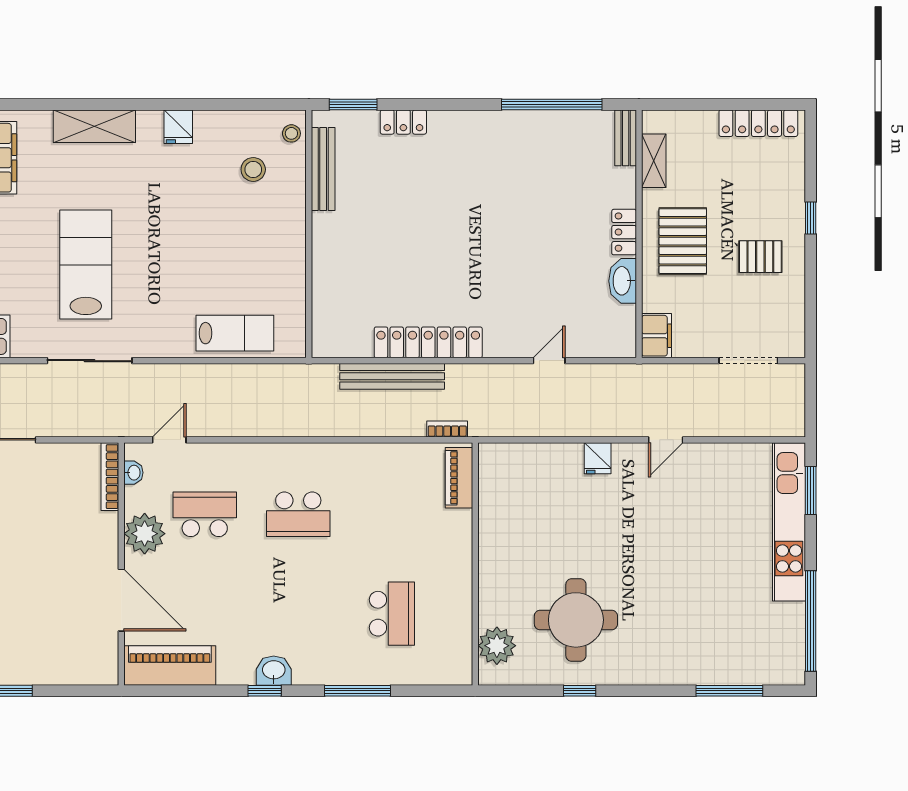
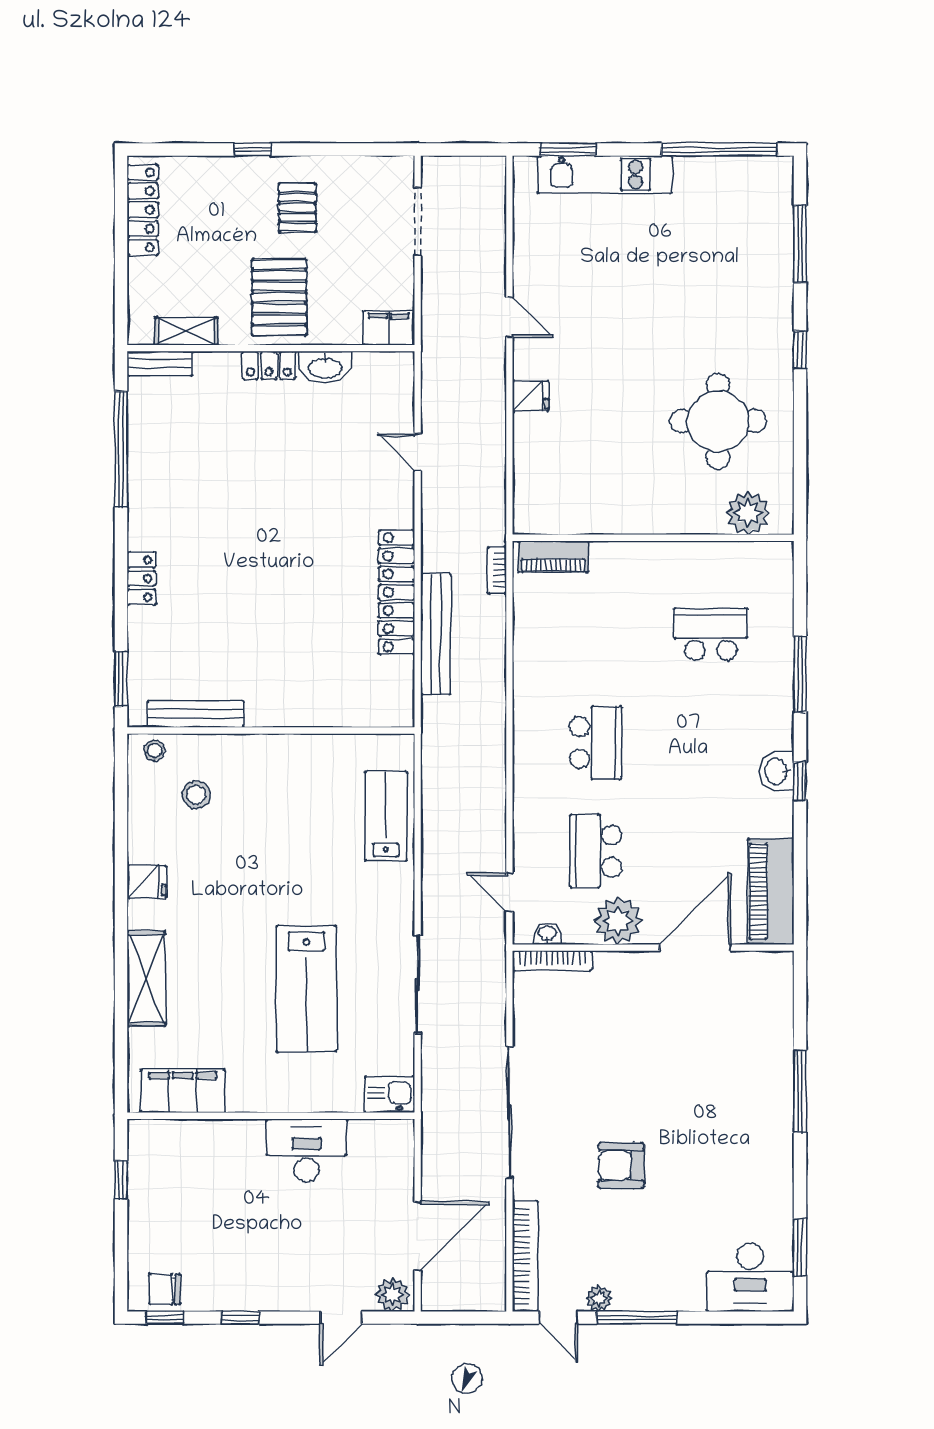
locker: (403, 122) -> (141, 578), moved
pallet: (683, 241) -> (279, 297), turned 90
lab bench: (86, 265) -> (306, 989), turned -90
kitchen unit: (789, 522) -> (605, 174), width x0.73
window: (580, 691) -> (800, 349), moved

